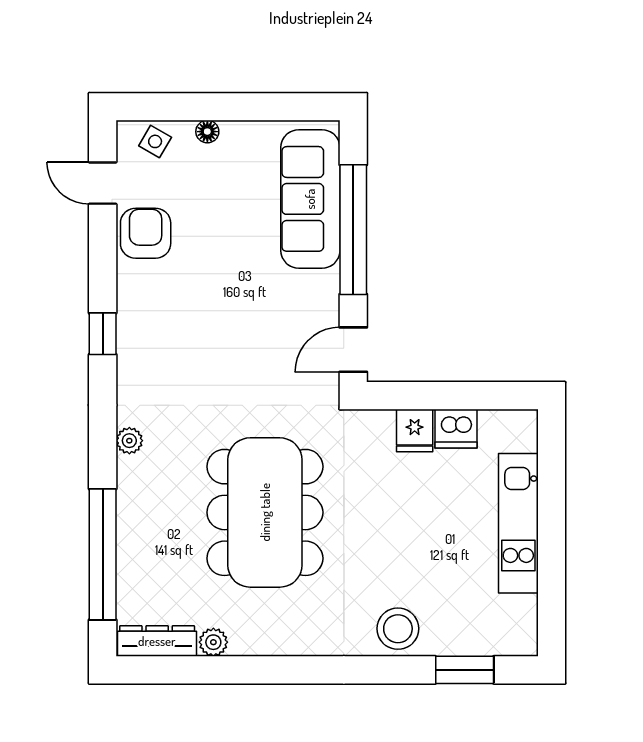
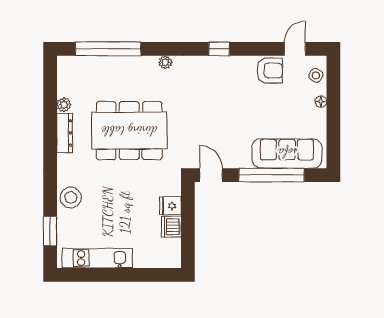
kitchen unit: (518, 523) -> (97, 258), moved
dresser: (157, 641) -> (65, 133), moved

